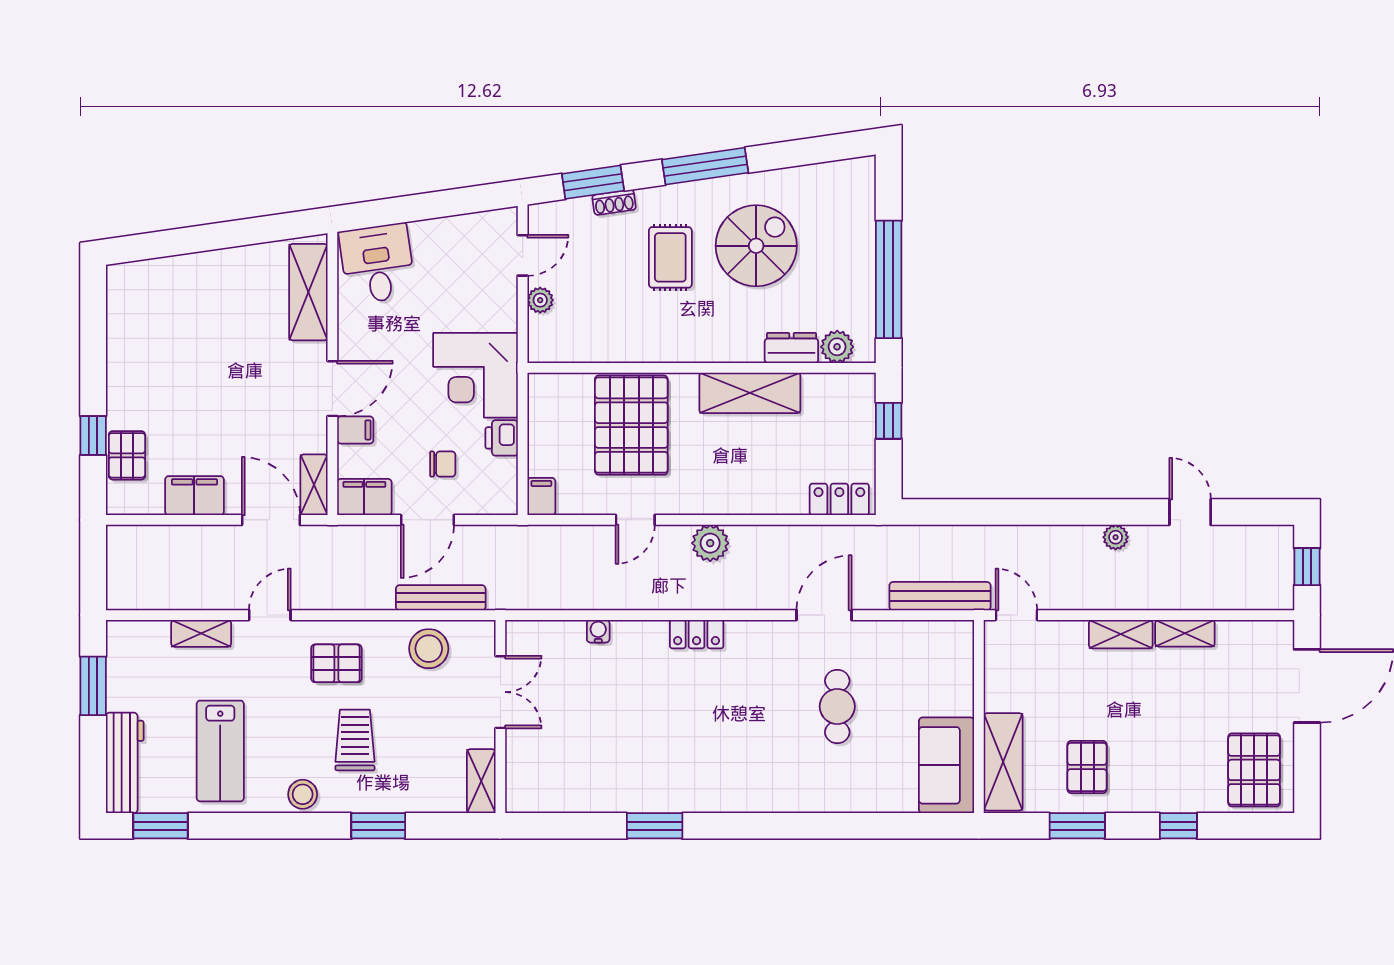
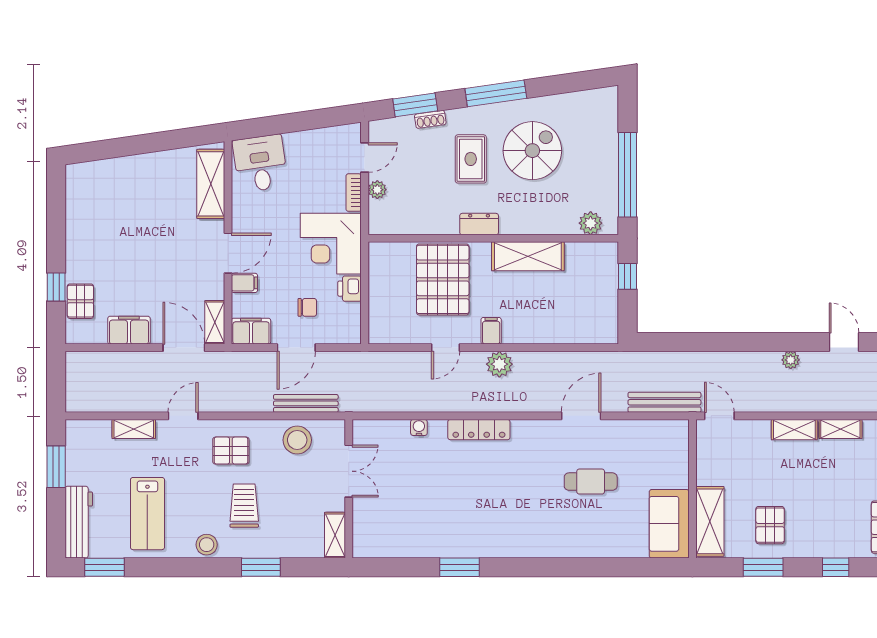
bookcase: (507, 304) -> (354, 193), added
dresser: (791, 348) -> (479, 224), moved
filing cabinet: (541, 497) -> (491, 331), moved
locker: (839, 499) -> (592, 333), removed
locker: (697, 634) -> (479, 430), width x1.53
cafe table: (837, 706) -> (591, 482), turned 90

